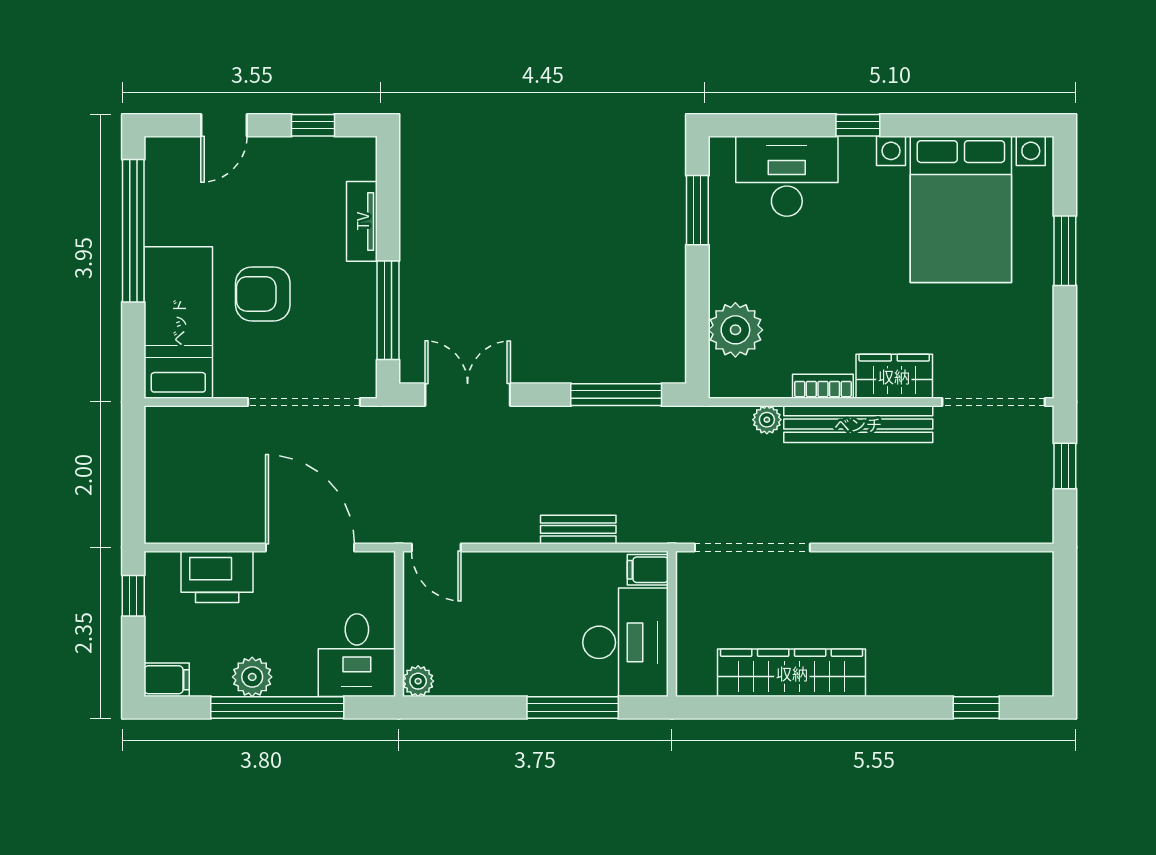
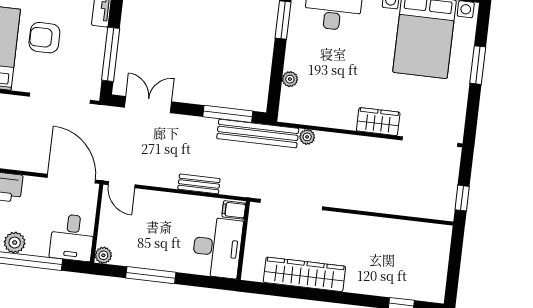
plant: (735, 330) -> (290, 79), width x0.53, depth x0.53
bookcase: (823, 386) -> (339, 122), removed
bench: (858, 424) -> (258, 133), moved
window: (1065, 466) -> (462, 198), moved
door: (310, 547) -> (71, 179), moved
window: (573, 708) -> (151, 275), moved

